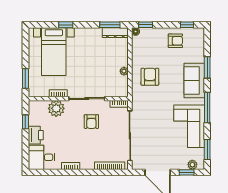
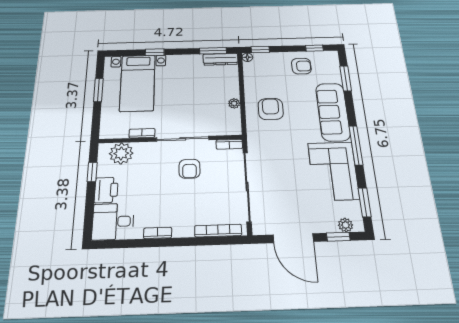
window: (207, 67) -> (346, 78), moved
window: (25, 79) -> (98, 90), moved
sofa: (194, 80) -> (333, 112), width x1.36
plant: (56, 108) -> (121, 153), moved

